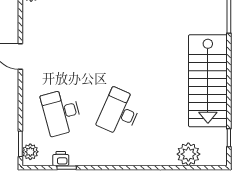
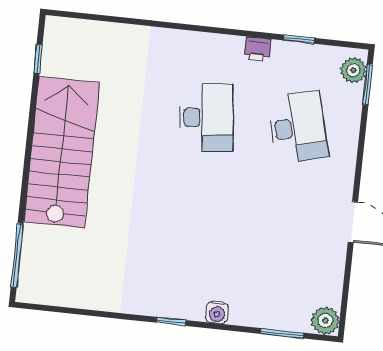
desk: (119, 112) -> (206, 117), turned -30
plant: (188, 154) -> (105, 40), removed
printer: (61, 159) -> (258, 49), moved

